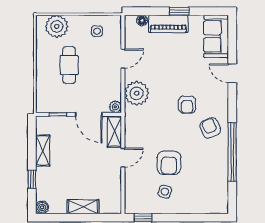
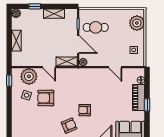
cafe table: (69, 65) -> (96, 27), moved
plant: (137, 93) -> (29, 76), moved
door: (89, 114) -> (78, 44), swing flipped

